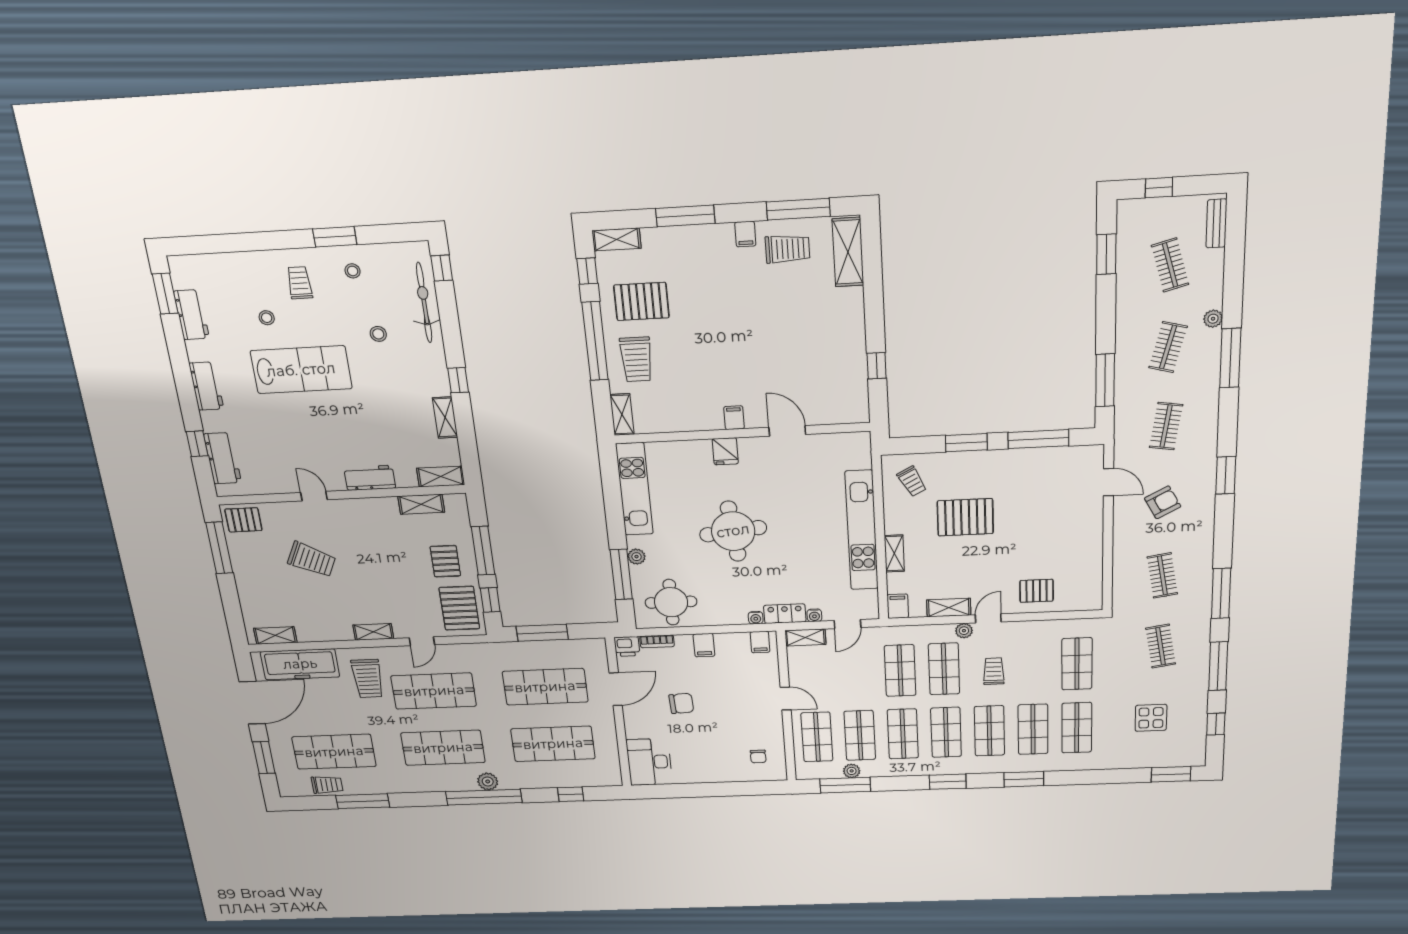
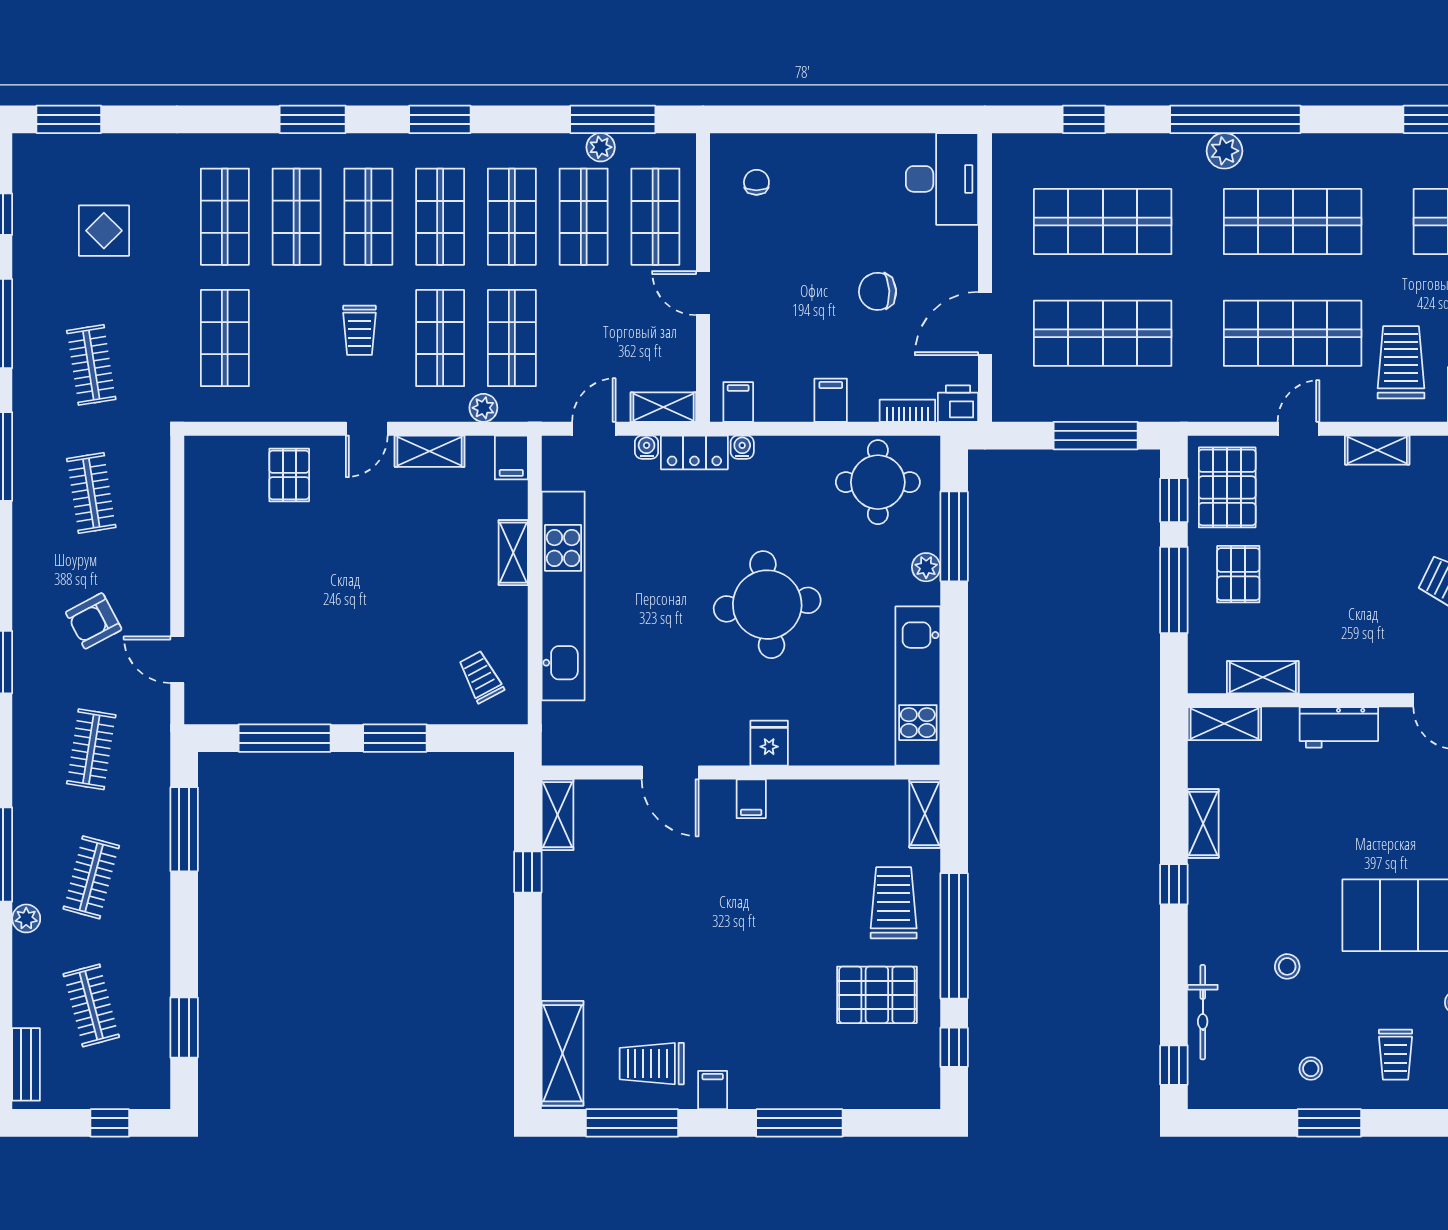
shelving: (617, 239) -> (557, 815), moved, turned 90
bicycle: (424, 303) -> (1203, 1012), width x0.73, depth x0.71
pallet: (965, 517) -> (400, 611), removed
pallet: (1037, 591) -> (289, 475), turned 90
plant: (964, 631) -> (483, 408), moved

